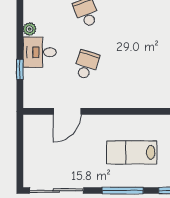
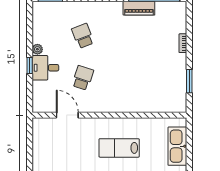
window: (20, 69) -> (30, 65), moved
door: (67, 111) -> (67, 115), swing flipped

